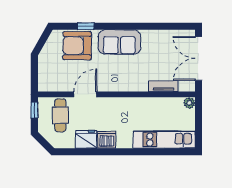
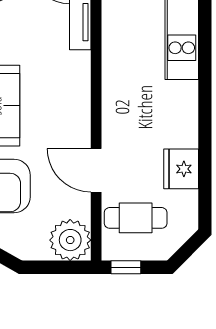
plant: (49, 81) -> (70, 240), added
dishwasher: (107, 140) -> (182, 130), removed

